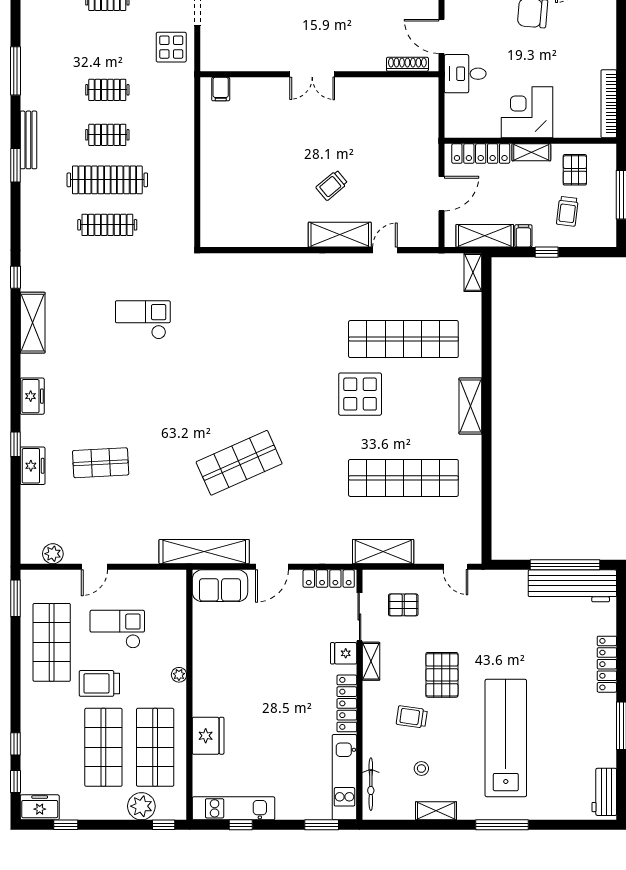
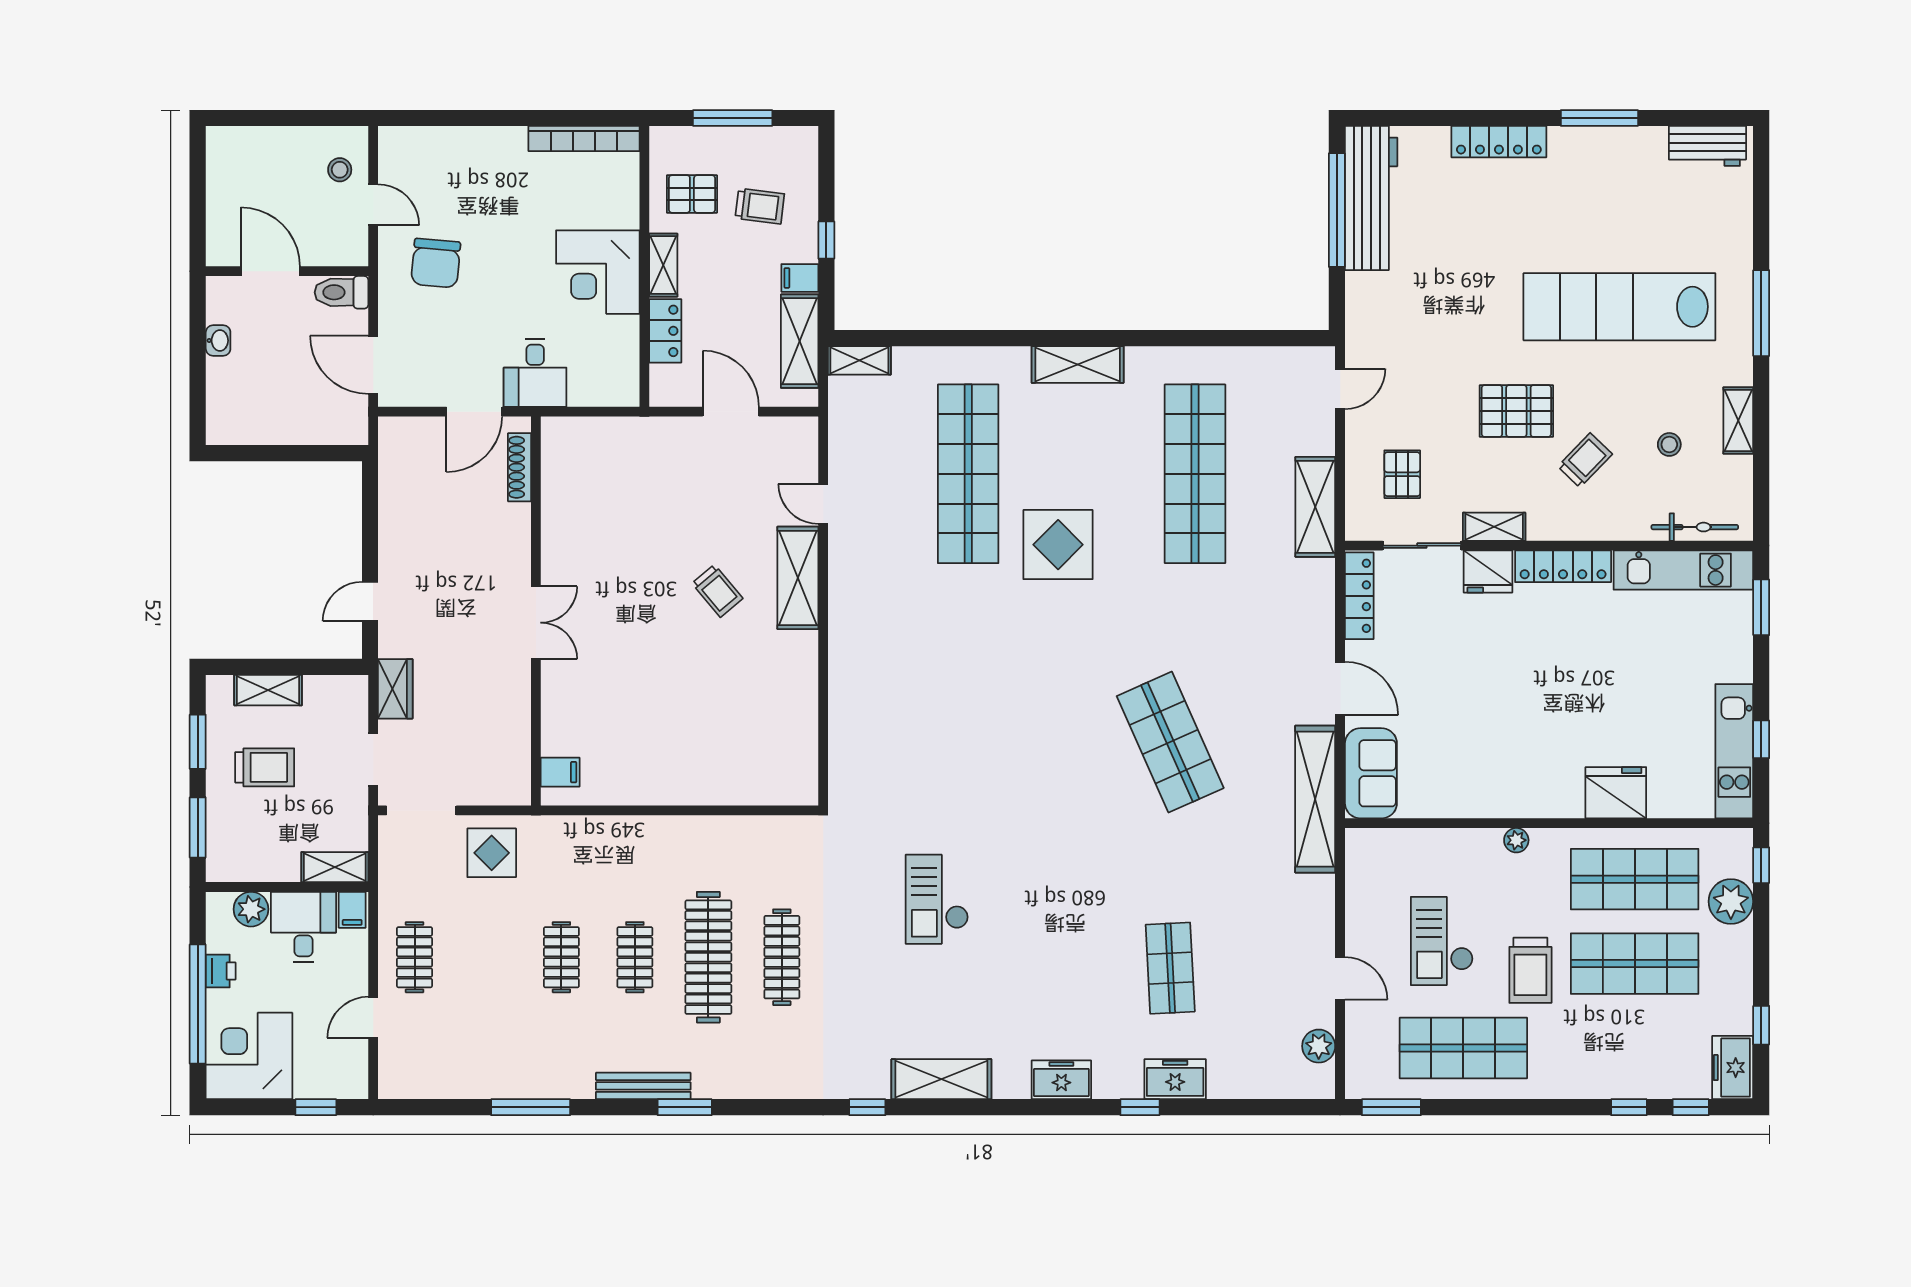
locker: (481, 153) -> (665, 331), width x0.66
fridge: (344, 653) -> (1488, 571), width x1.38
trolley: (412, 717) -> (1585, 460), turned -144

